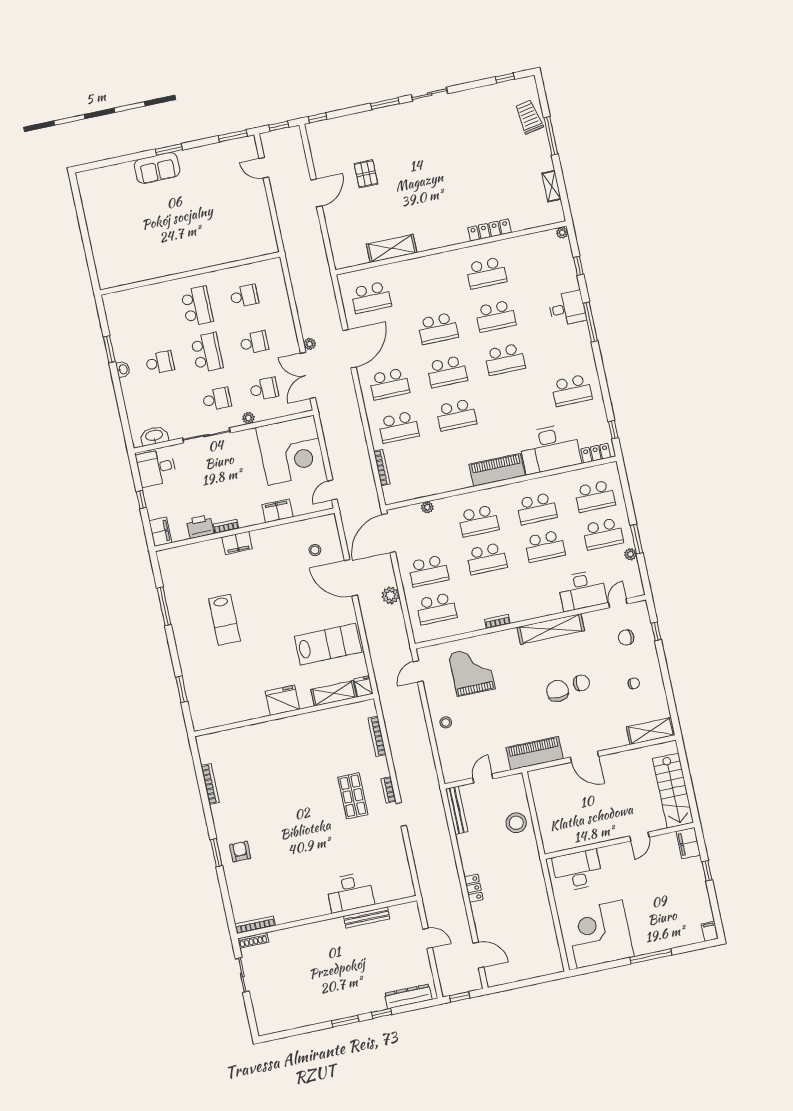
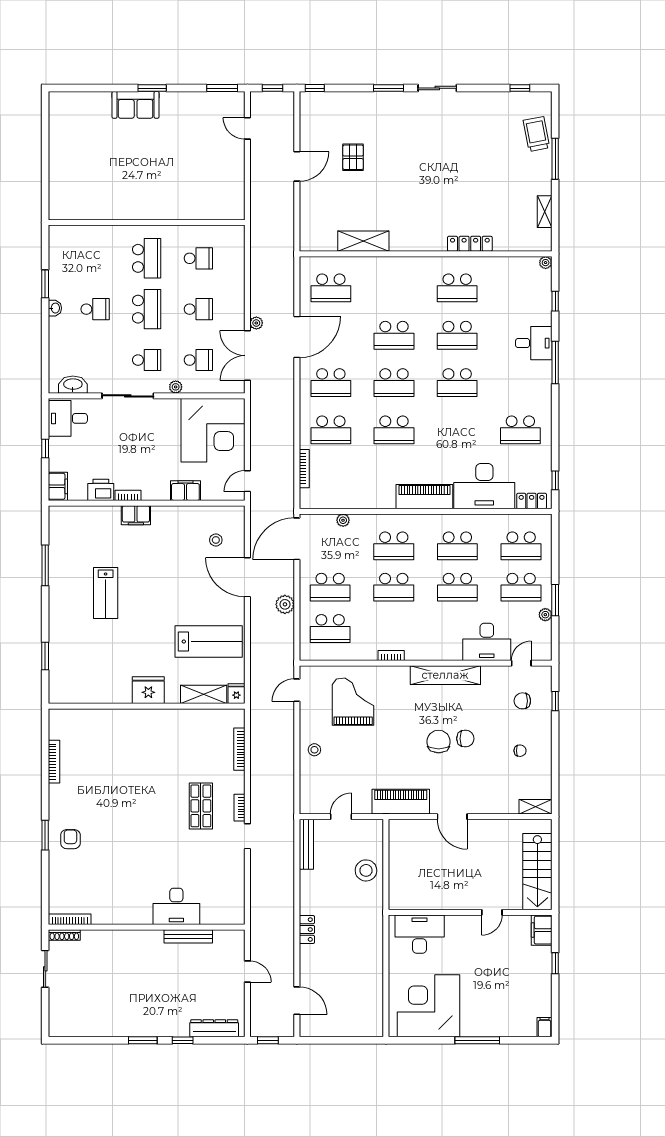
shelving: (651, 731) -> (535, 807), width x0.67, depth x0.75

